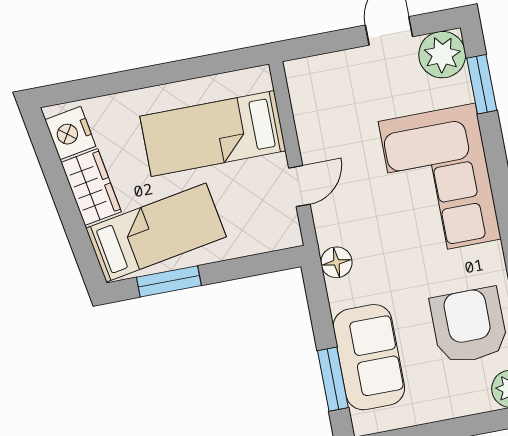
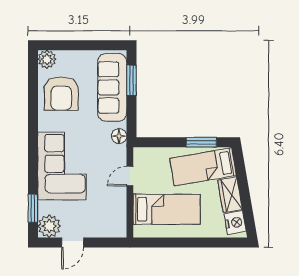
sofa: (369, 357) -> (112, 87), width x1.36

